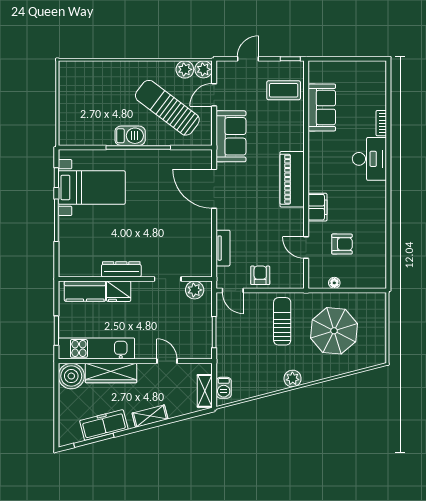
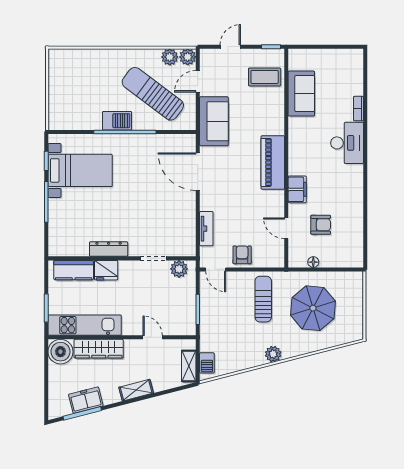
freezer: (104, 425) -> (86, 400), width x0.71

